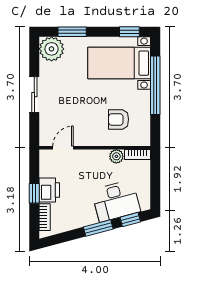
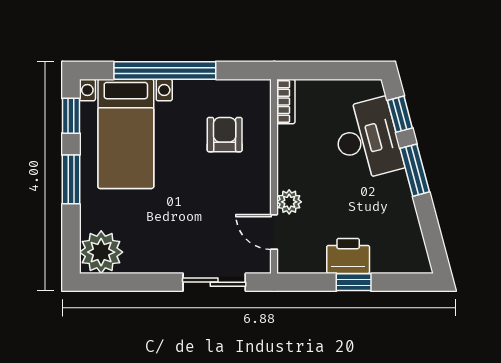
window: (72, 32) -> (71, 179), moved
sliding door: (34, 95) -> (214, 282), moved
armchair: (119, 119) -> (225, 135), turned 180
plant: (116, 156) -> (289, 202), moved
bookcase: (45, 217) -> (396, 264), removed

